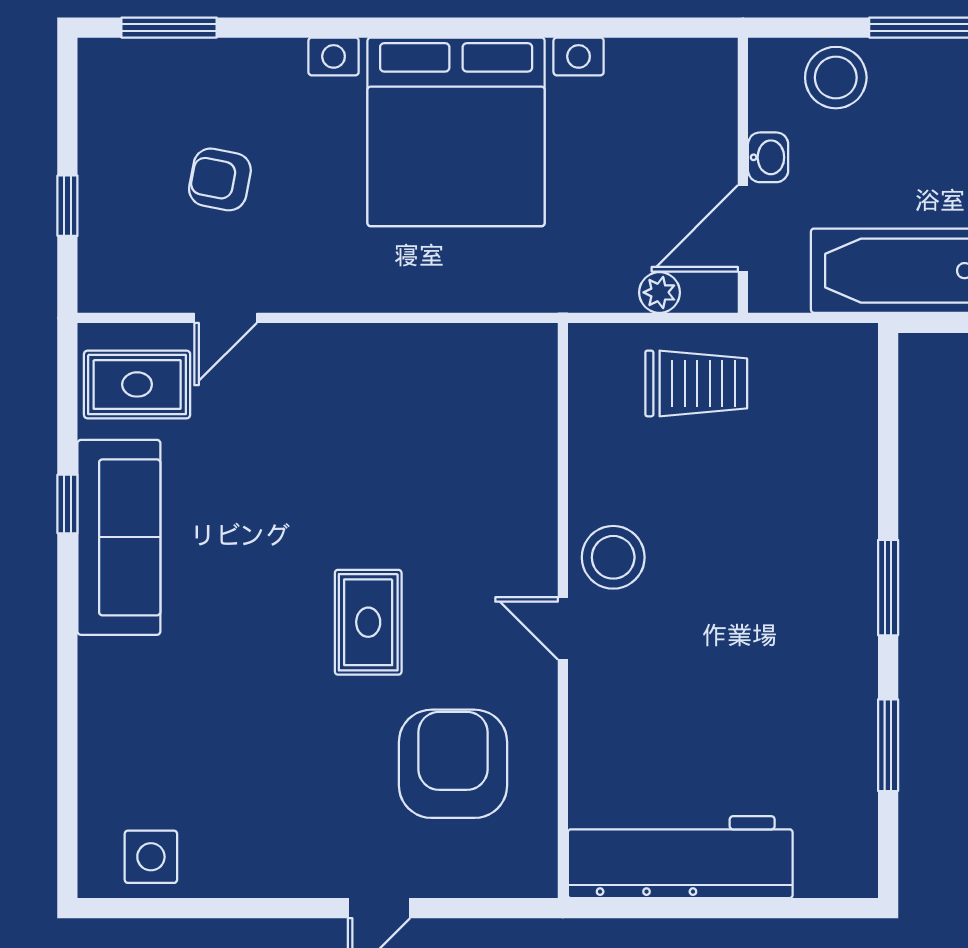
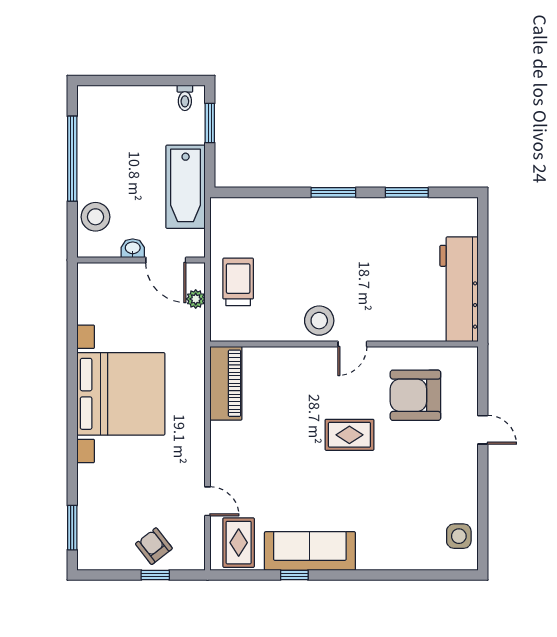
armchair: (220, 179) -> (154, 546), moved, turned 131
piano: (479, 357) -> (226, 383), added

